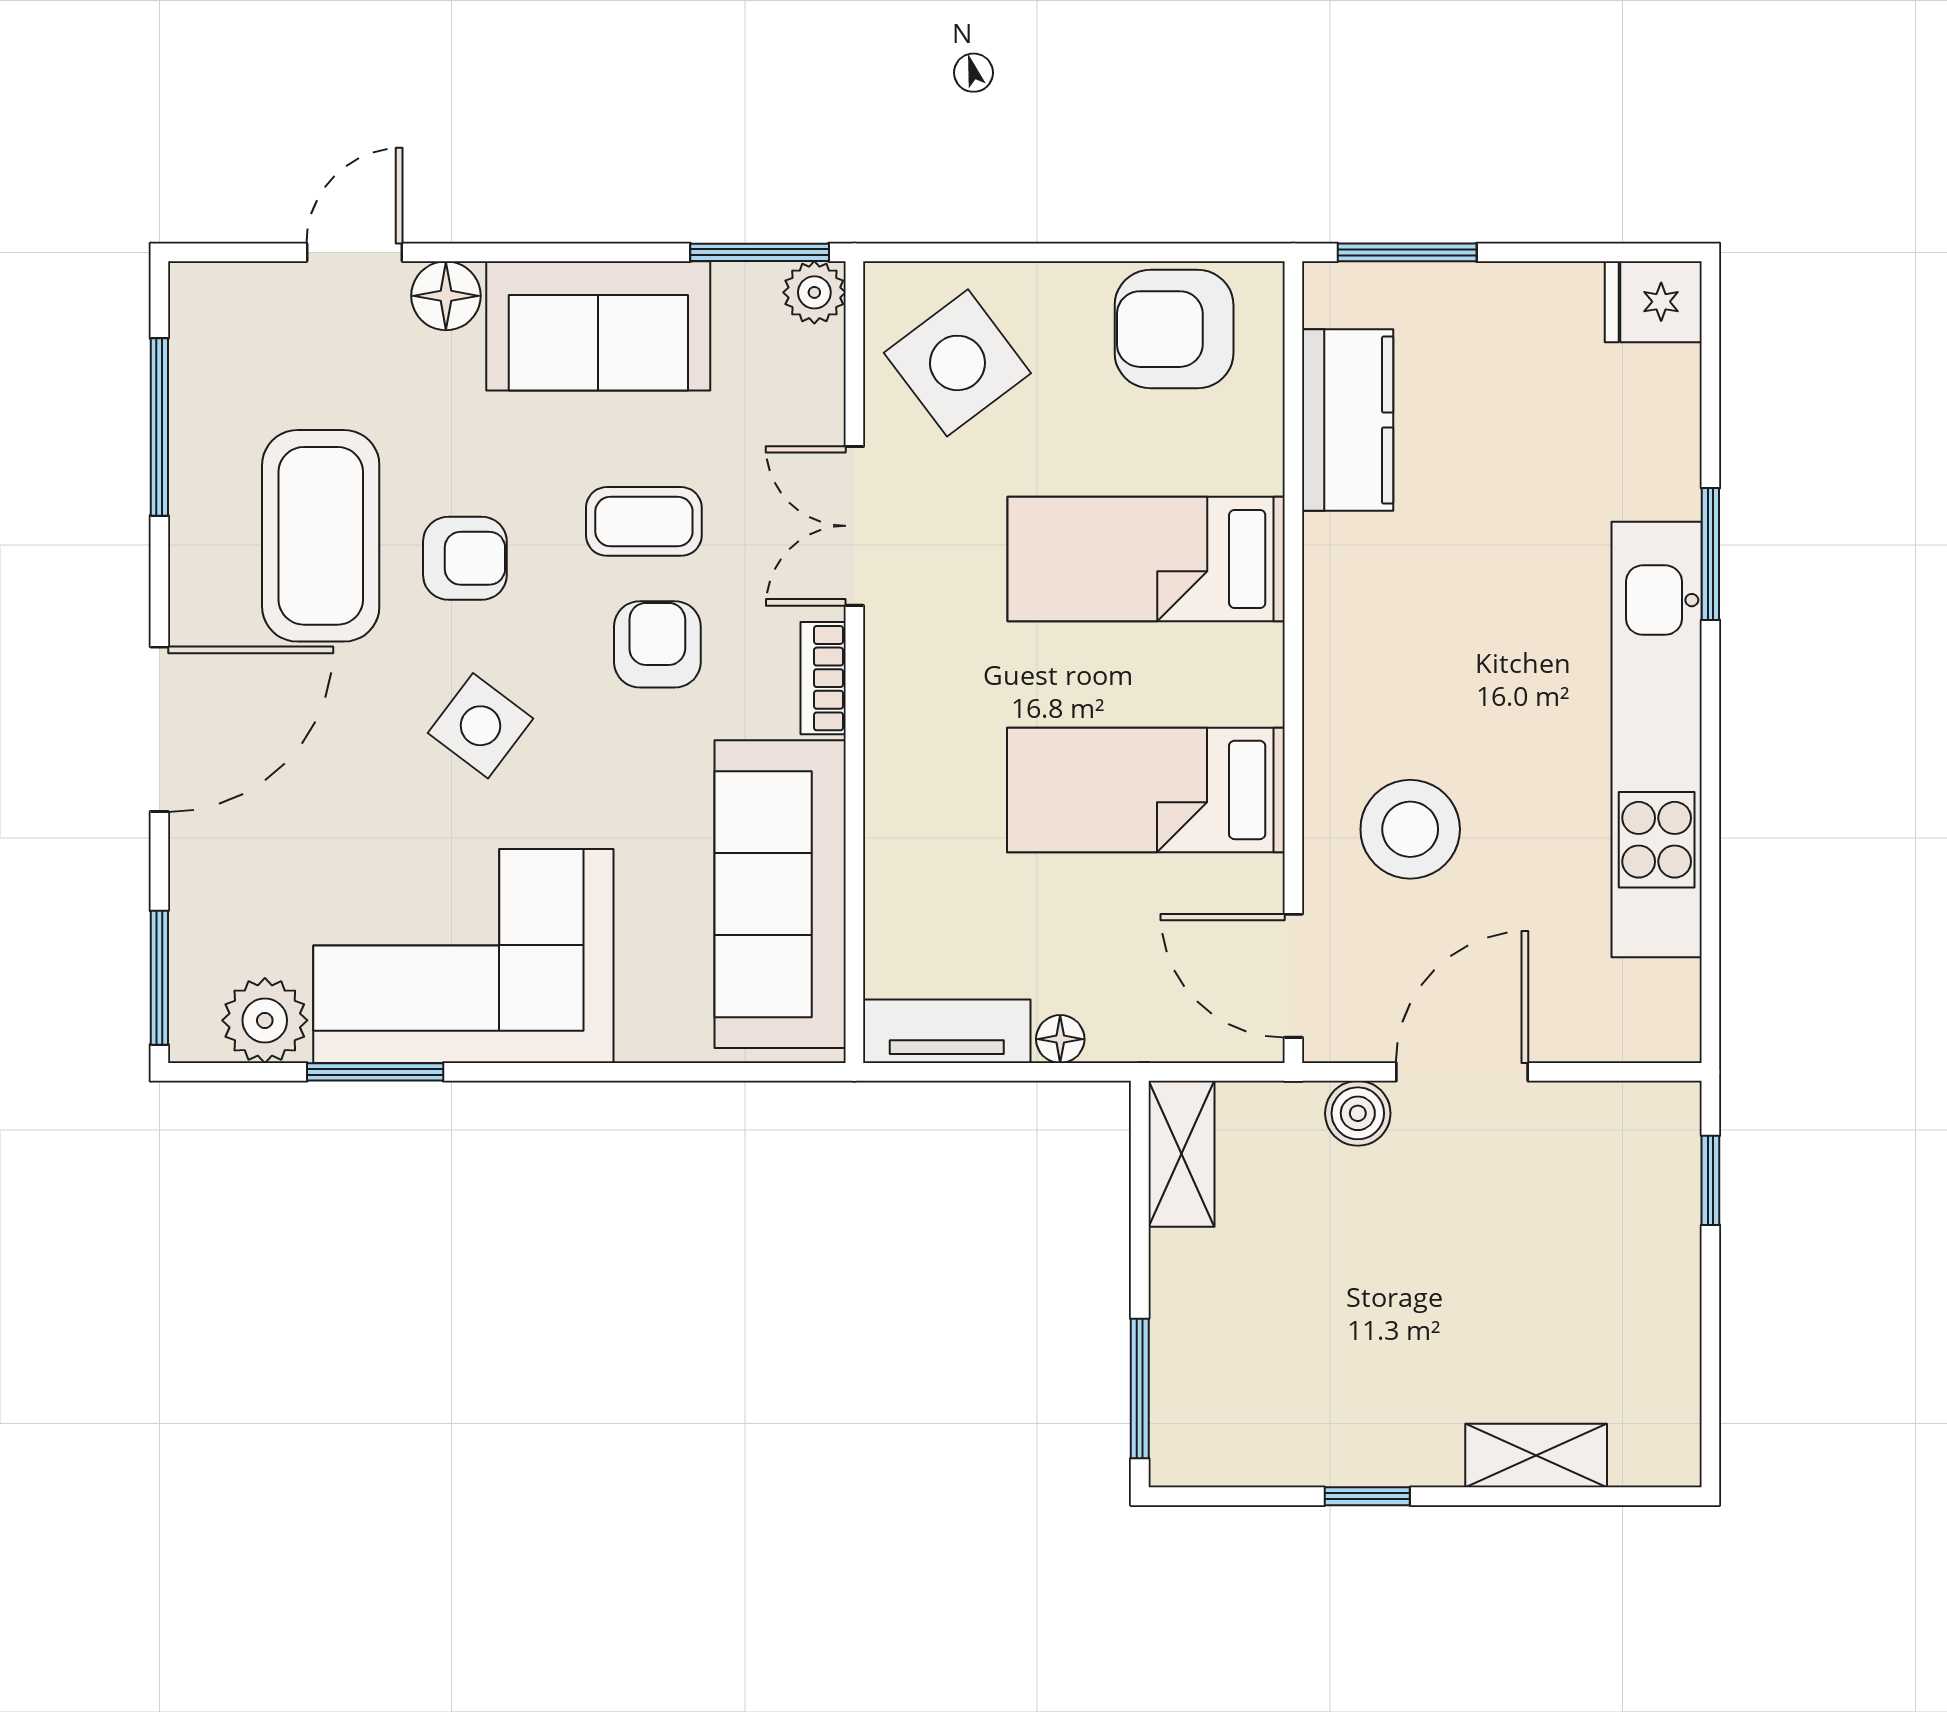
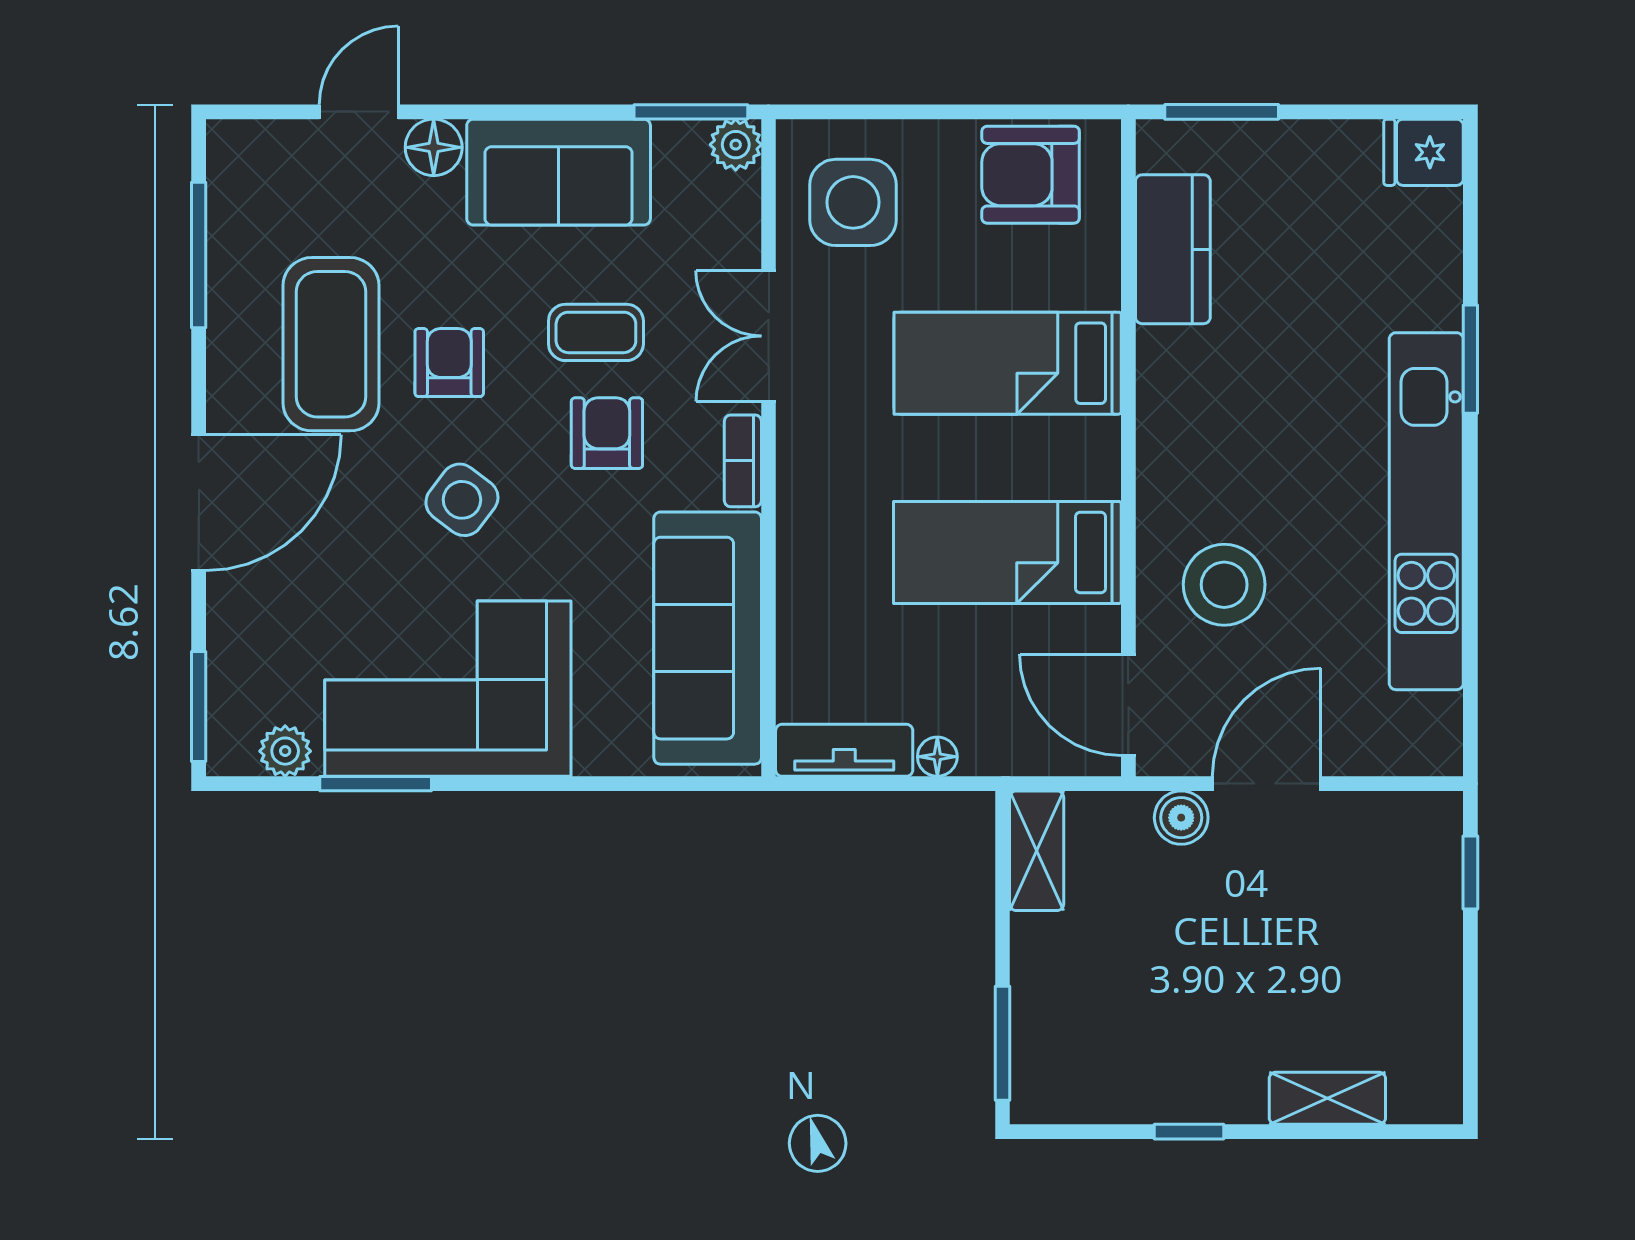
side table: (957, 363) -> (853, 202), turned 37
armchair: (465, 558) -> (449, 363), turned -90
plant: (265, 1020) -> (285, 751), width x0.73, depth x0.73

